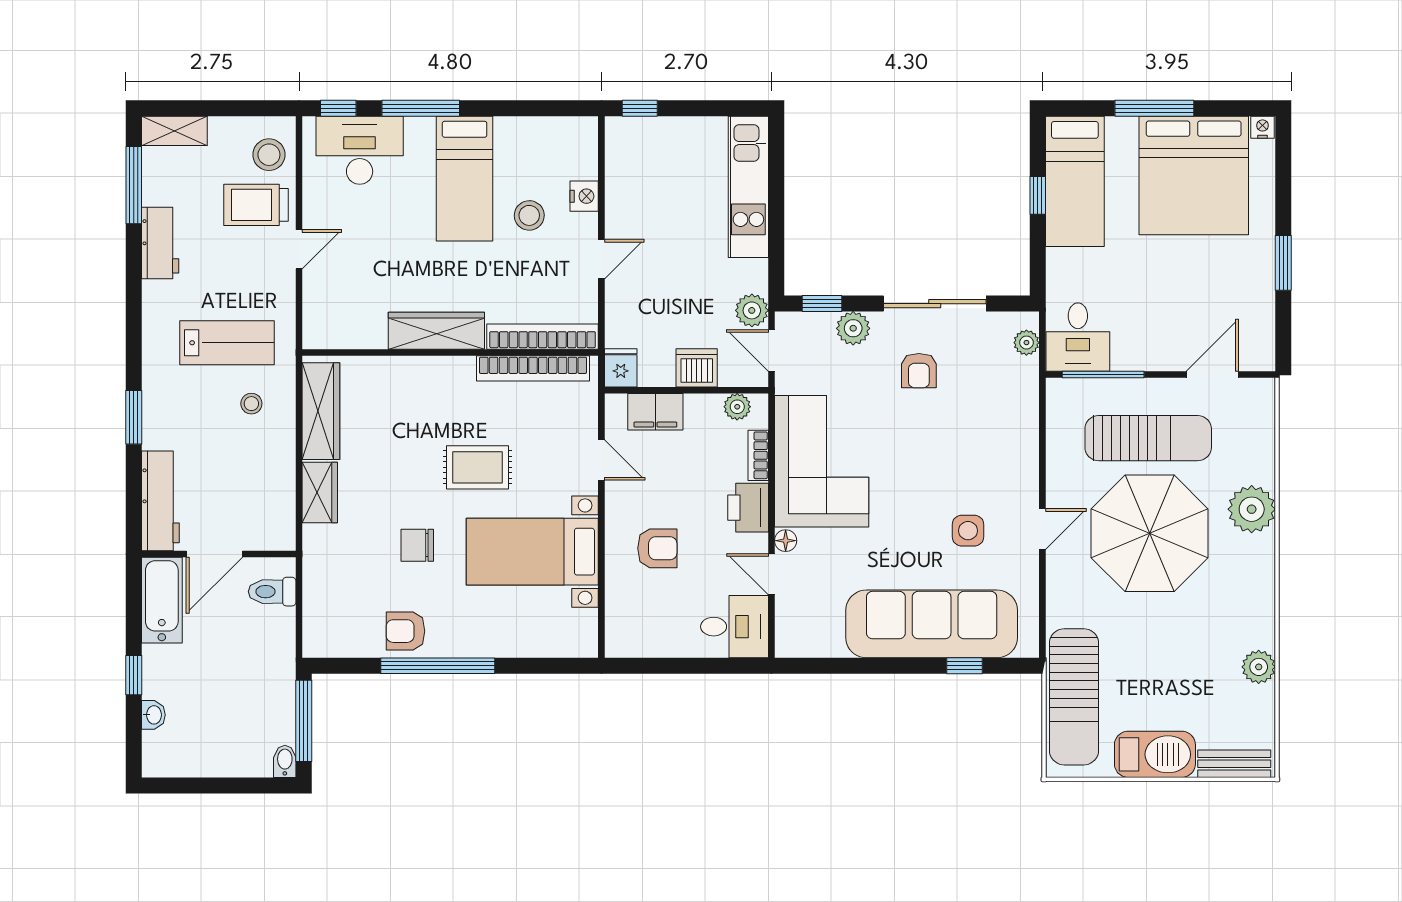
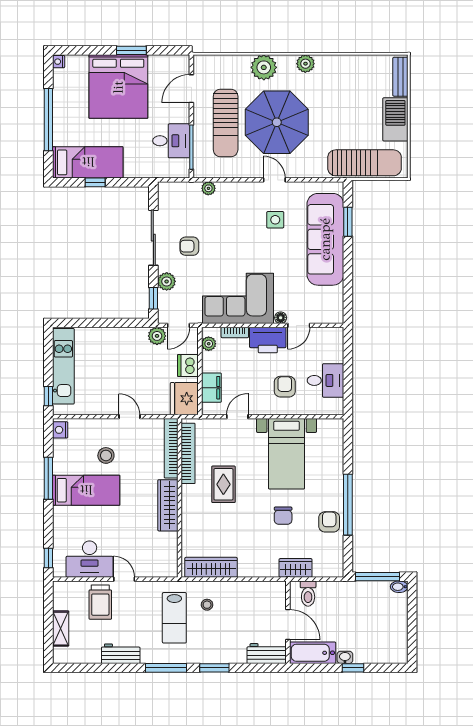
window: (421, 108) -> (48, 478), moved
window: (1154, 108) -> (48, 120), width x1.46
shelving: (174, 131) -> (61, 629), moved
desk: (360, 150) -> (90, 559), moved, turned -90
stool: (269, 155) -> (73, 595), removed
bed: (1194, 176) -> (118, 87), moved, turned 90
window: (134, 185) -> (166, 668), moved
kitchen unit: (748, 187) -> (63, 366), moved, turned -90
nightstand: (584, 196) -> (60, 430), moved, turned -90
desk: (1078, 337) -> (171, 141), moved
lab bench: (227, 343) -> (174, 618), turned 180
plant: (1026, 343) -> (208, 188), moved
fridge: (621, 368) -> (184, 399), width x1.88, depth x1.34
armchair: (919, 371) -> (189, 246), turned 180
door: (1212, 374) -> (191, 89), hinge flipped
sun lounger: (1148, 438) -> (226, 123), turned 180
rug: (478, 467) -> (223, 484), moved
wardrobe: (320, 492) -> (296, 568), moved
workbench: (160, 501) -> (267, 654), width x0.73
printer: (748, 508) -> (268, 340), width x1.37, depth x1.19
desk: (735, 627) -> (325, 380), moved, turned 90
armchair: (406, 631) -> (329, 522), turned 180
window: (964, 666) -> (348, 222), width x1.50
plant: (1259, 667) -> (305, 64), moved
washbasin: (153, 715) -> (345, 657), moved

